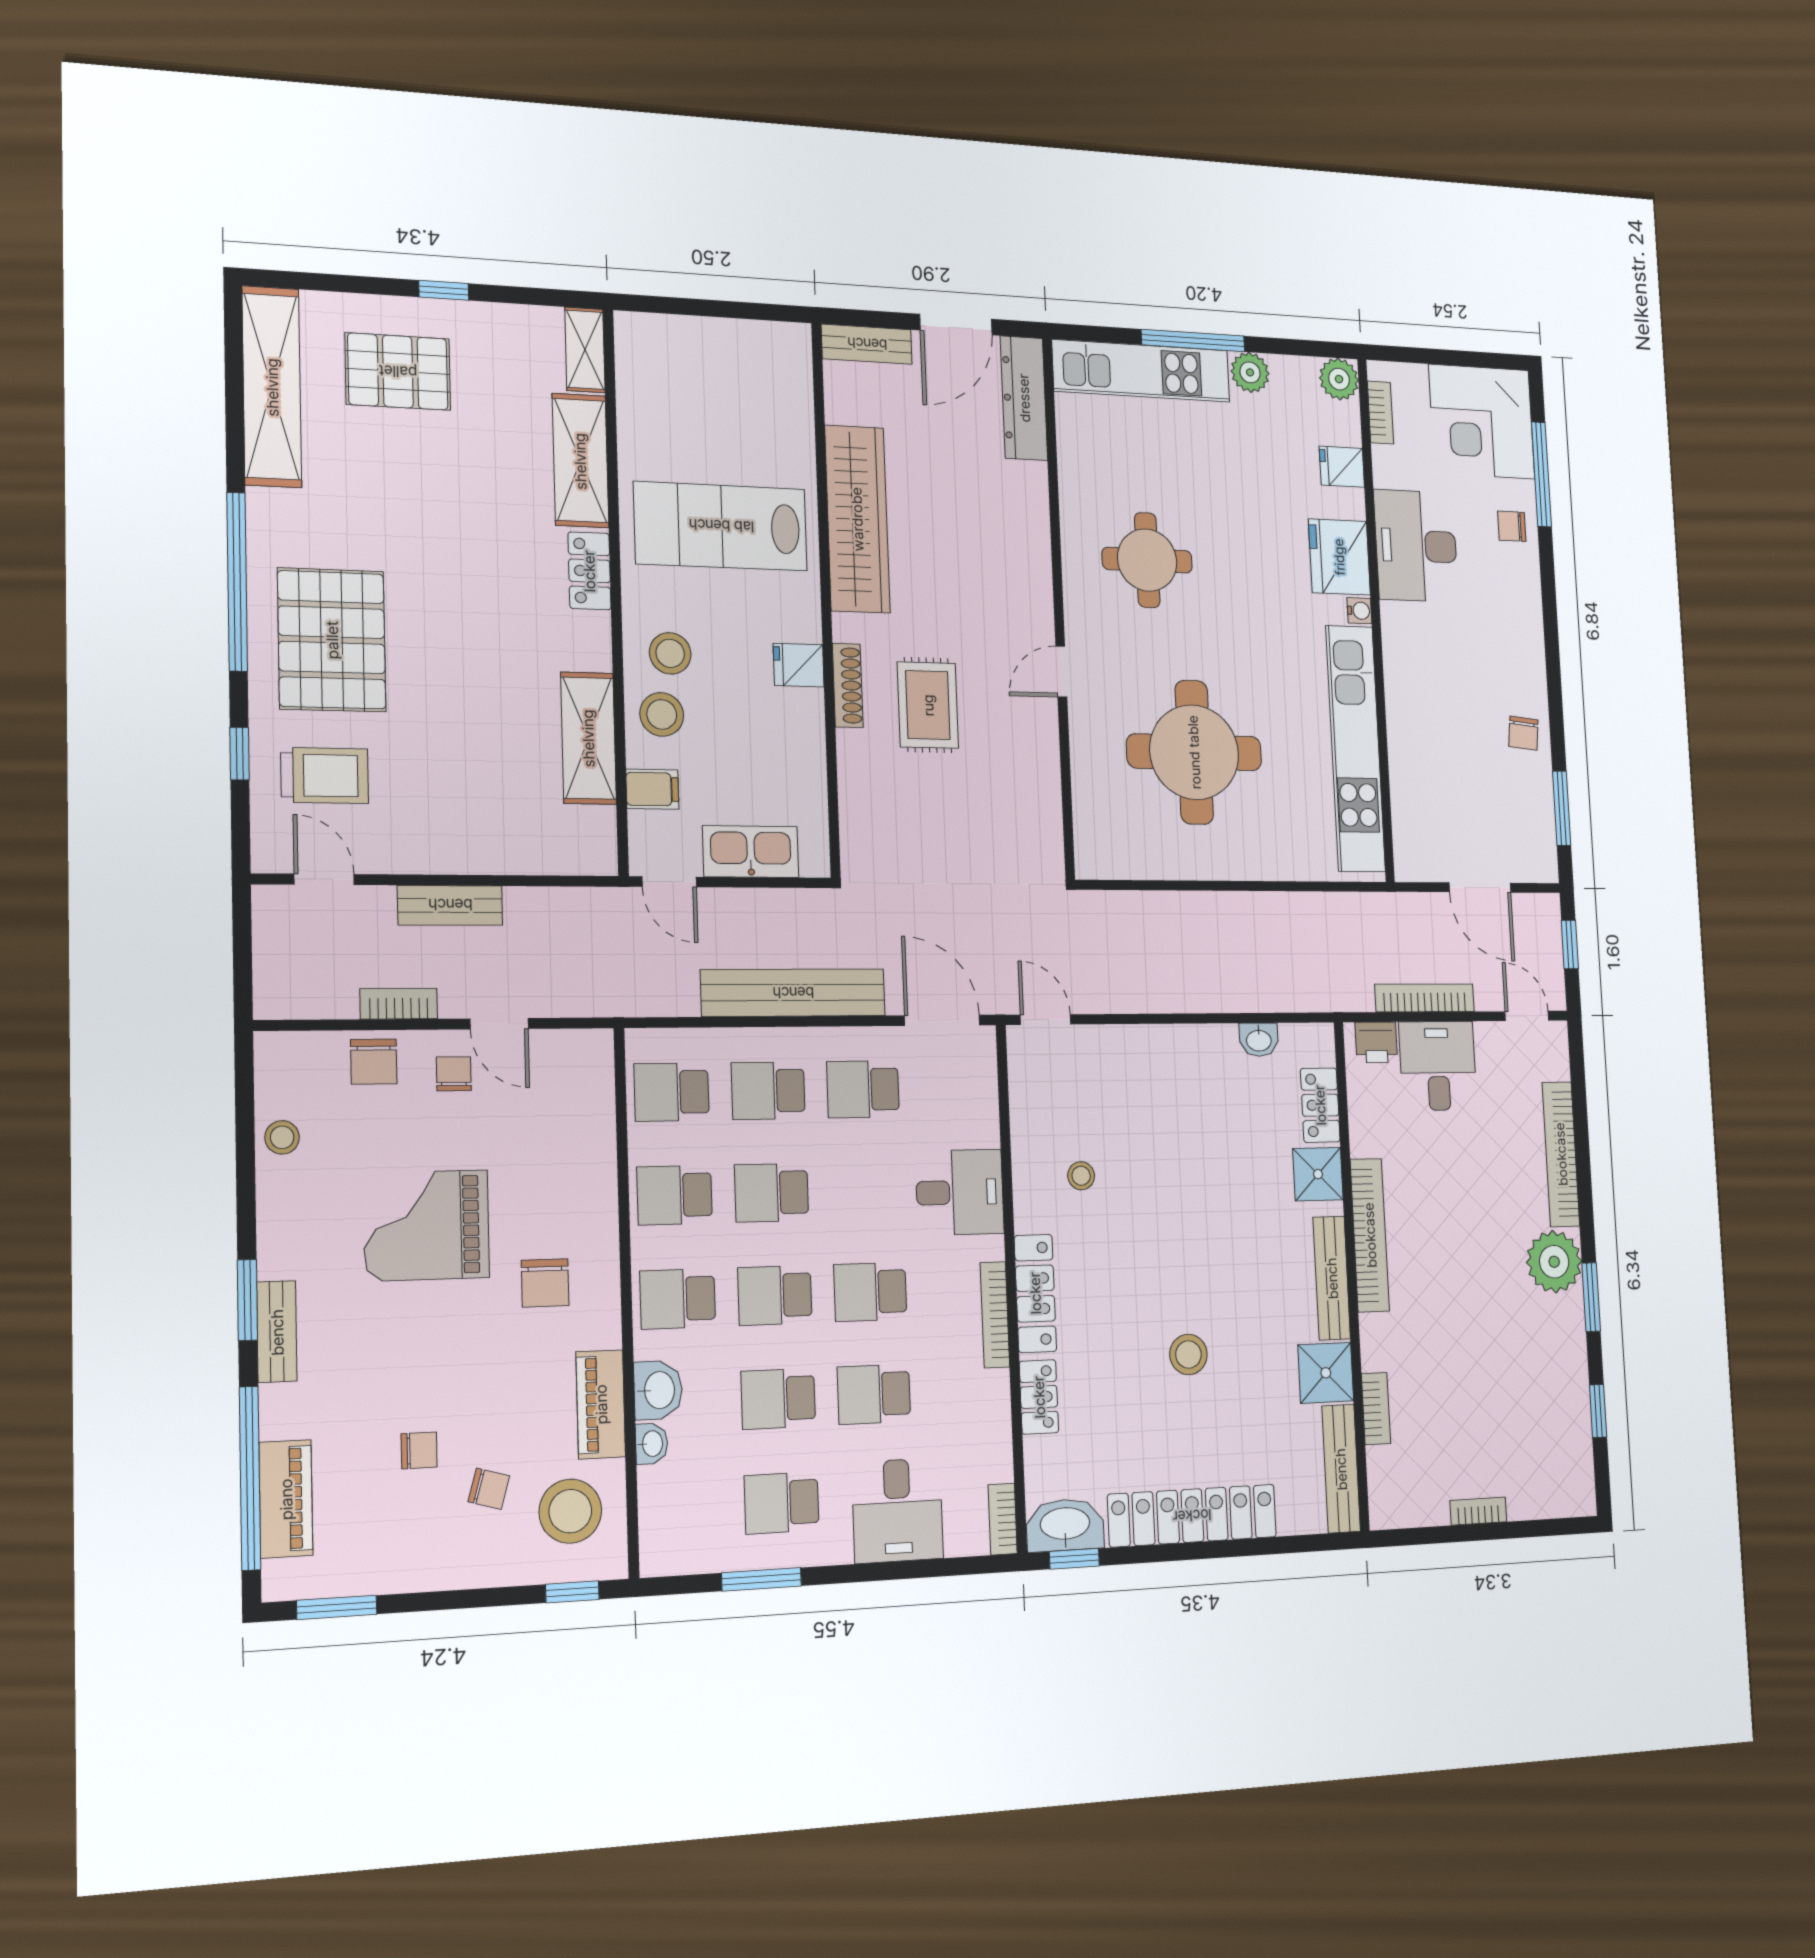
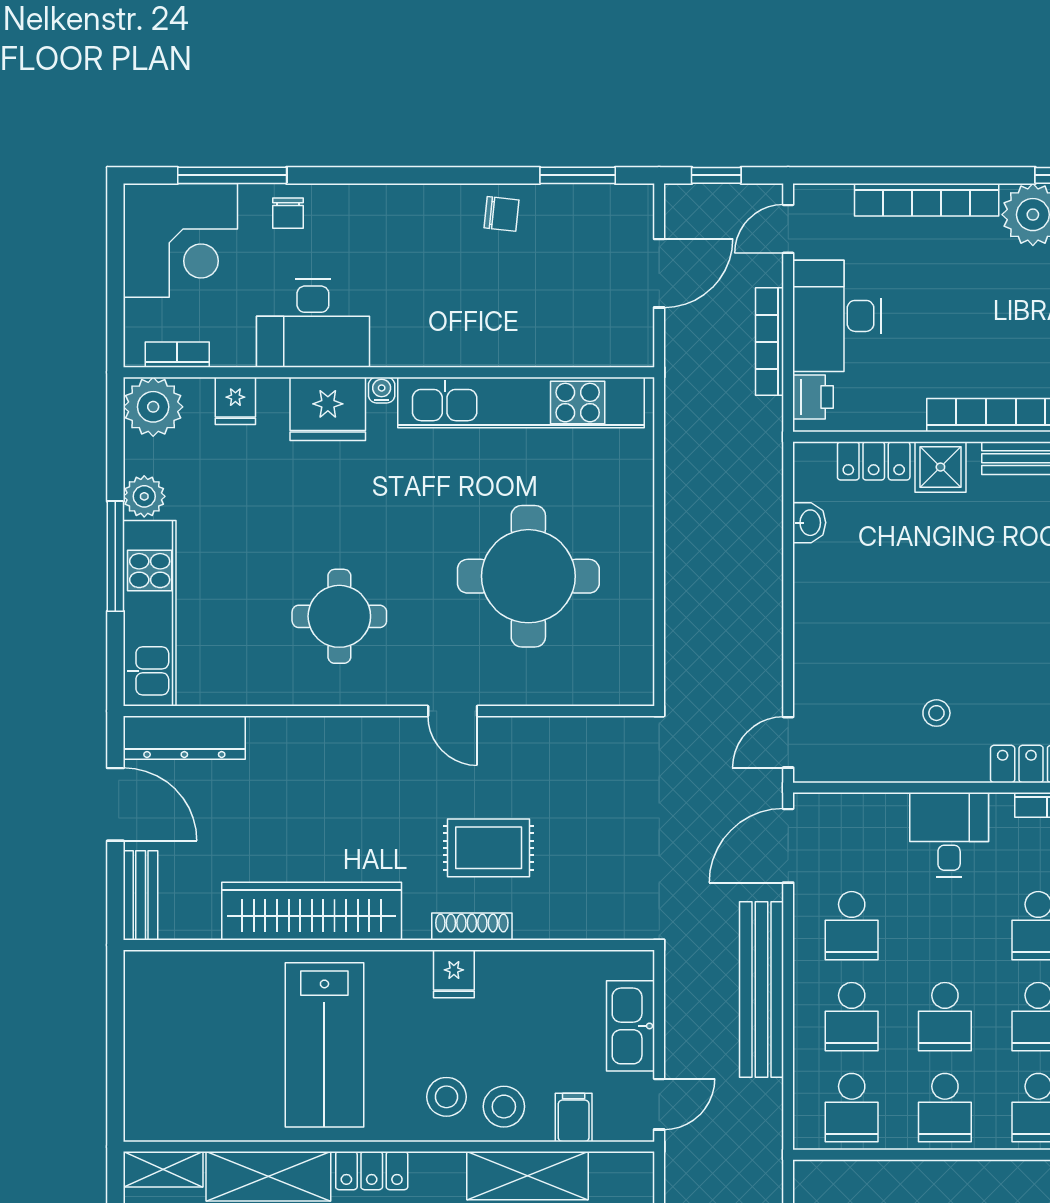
plant: (1339, 379) -> (153, 407), width x1.36, depth x1.36
desk: (1438, 1066) -> (837, 316), width x1.37

